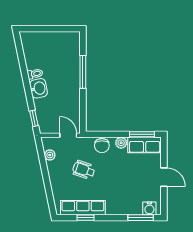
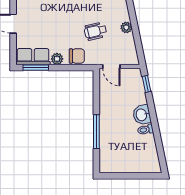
chair: (102, 146) -> (77, 56), turned 90
plant: (50, 155) -> (126, 27), moved
wheelchair: (84, 170) -> (95, 31), turned 148

